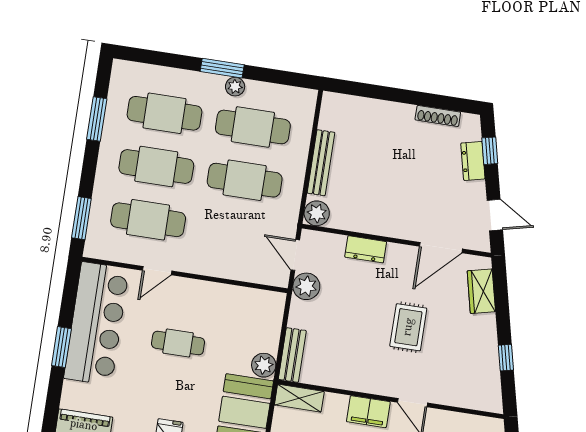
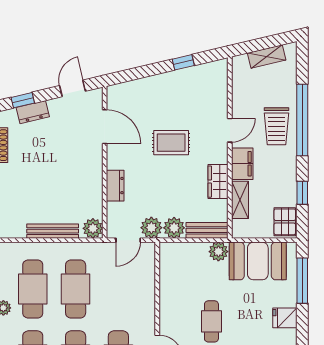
wardrobe: (481, 291) -> (218, 182), moved, turned 103
plant: (302, 314) -> (174, 228), added
shelving: (299, 398) -> (240, 200), moved

